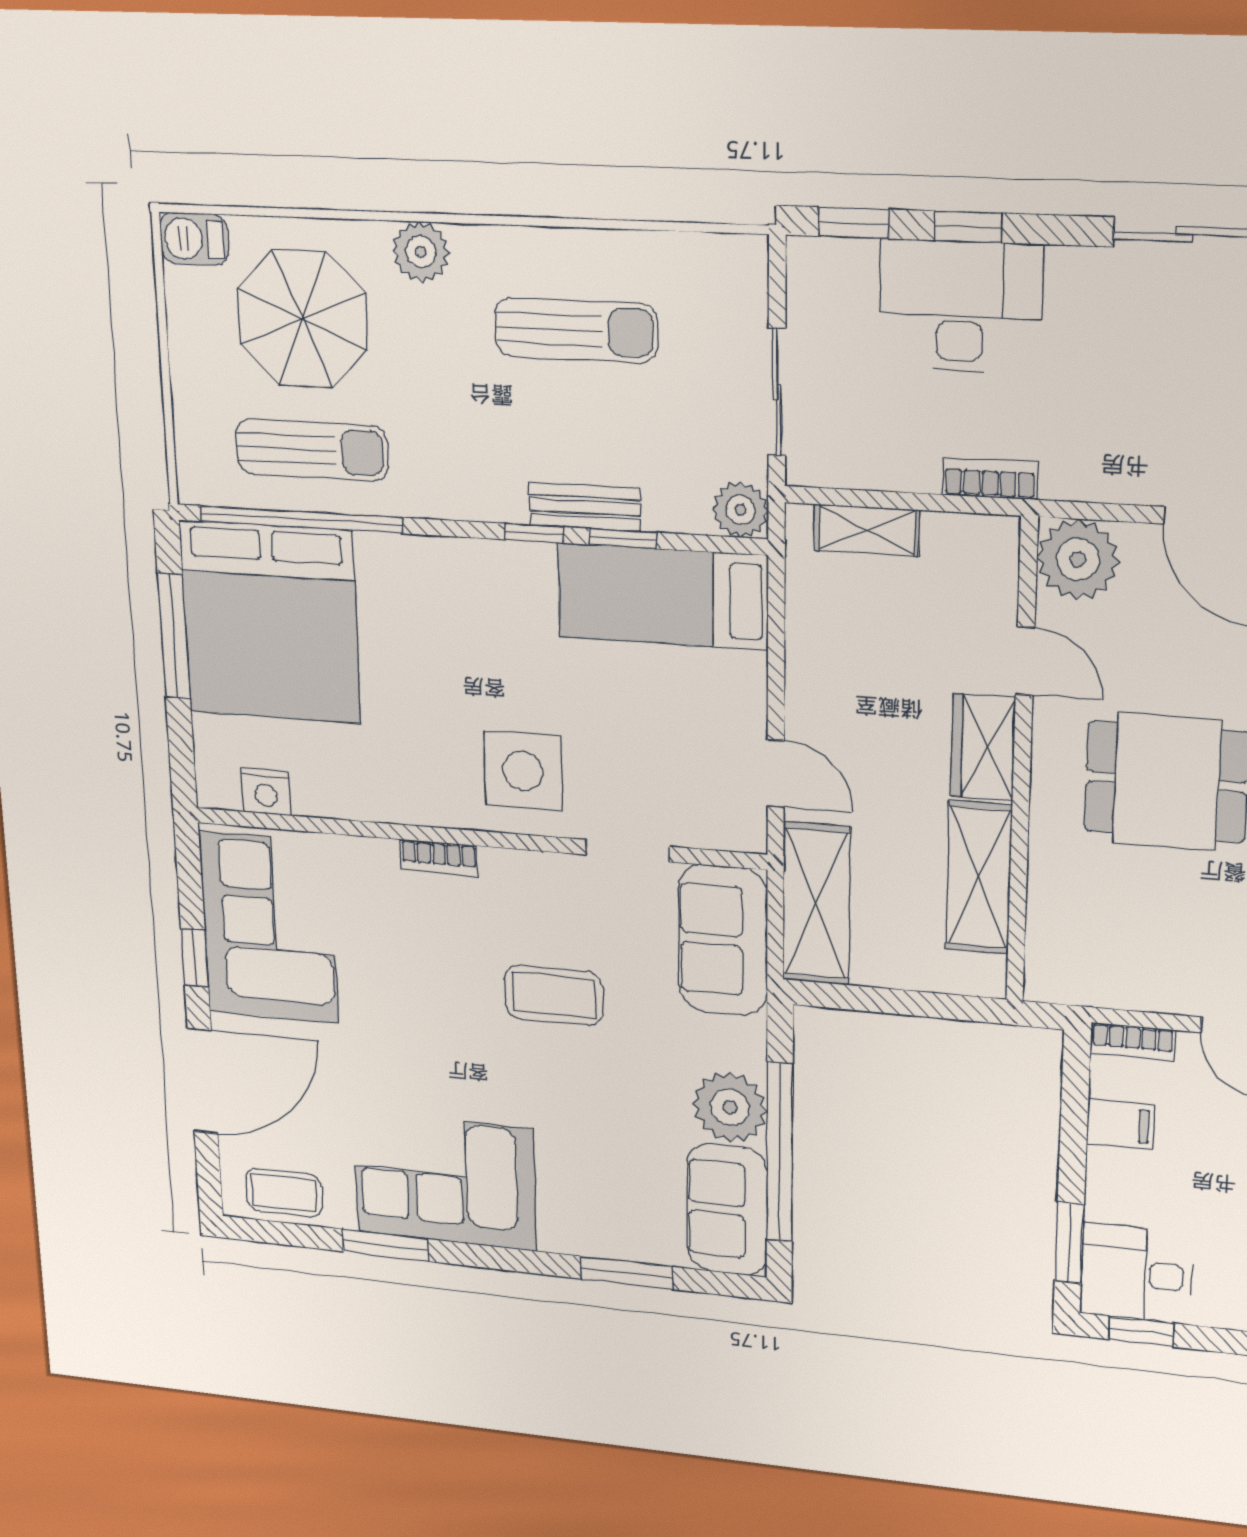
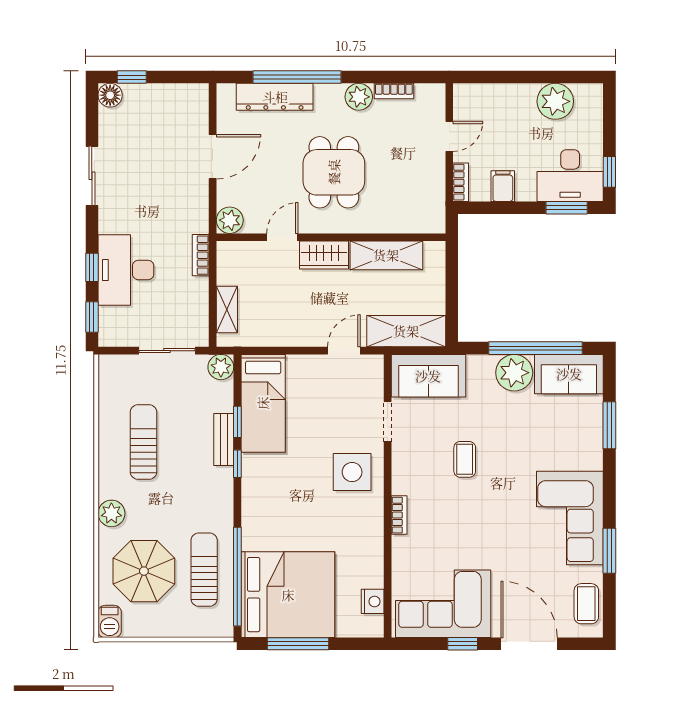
plant: (1078, 559) -> (230, 220), width x0.73, depth x0.73
coffee table: (554, 995) -> (465, 459), width x0.73, depth x0.77
desk: (1136, 1274) -> (570, 176), width x1.37

